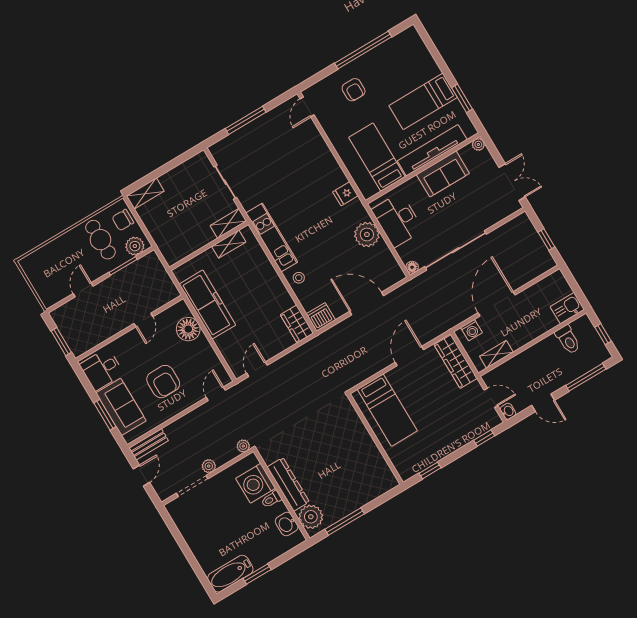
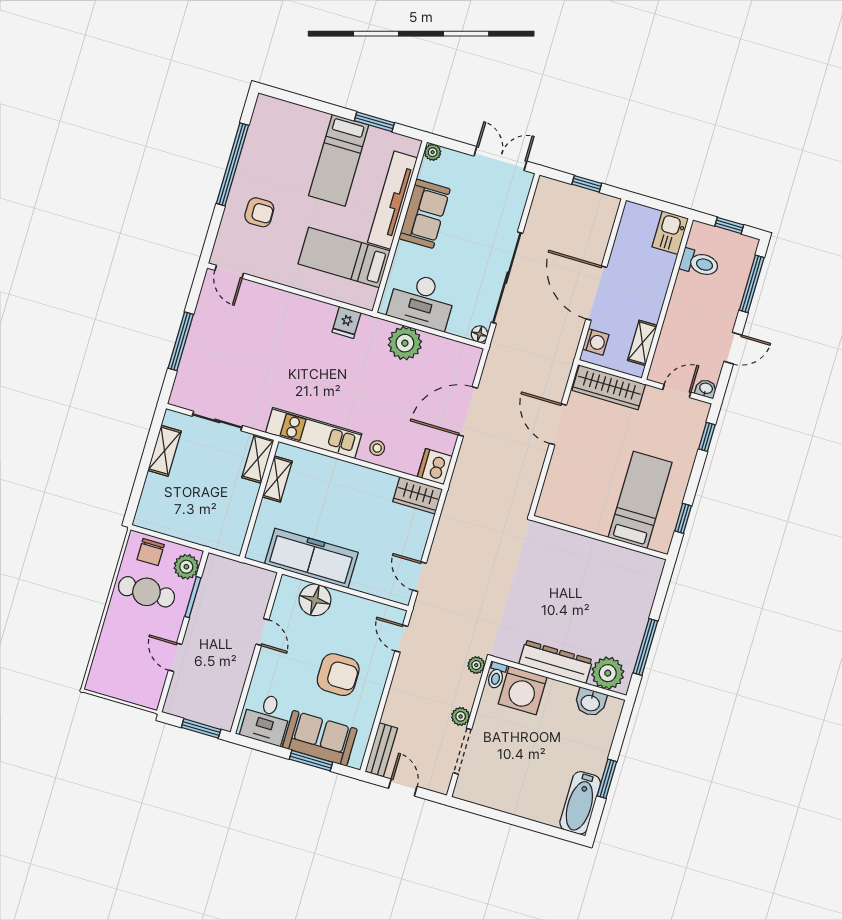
shelving: (145, 194) -> (164, 451), moved
bed: (387, 410) -> (640, 500), moved, turned -90
toilet: (271, 499) -> (496, 675), moved

